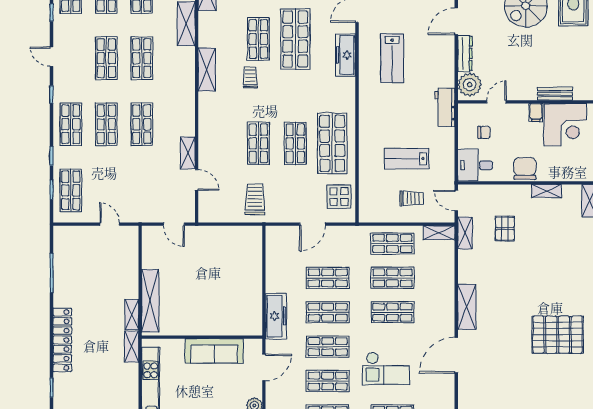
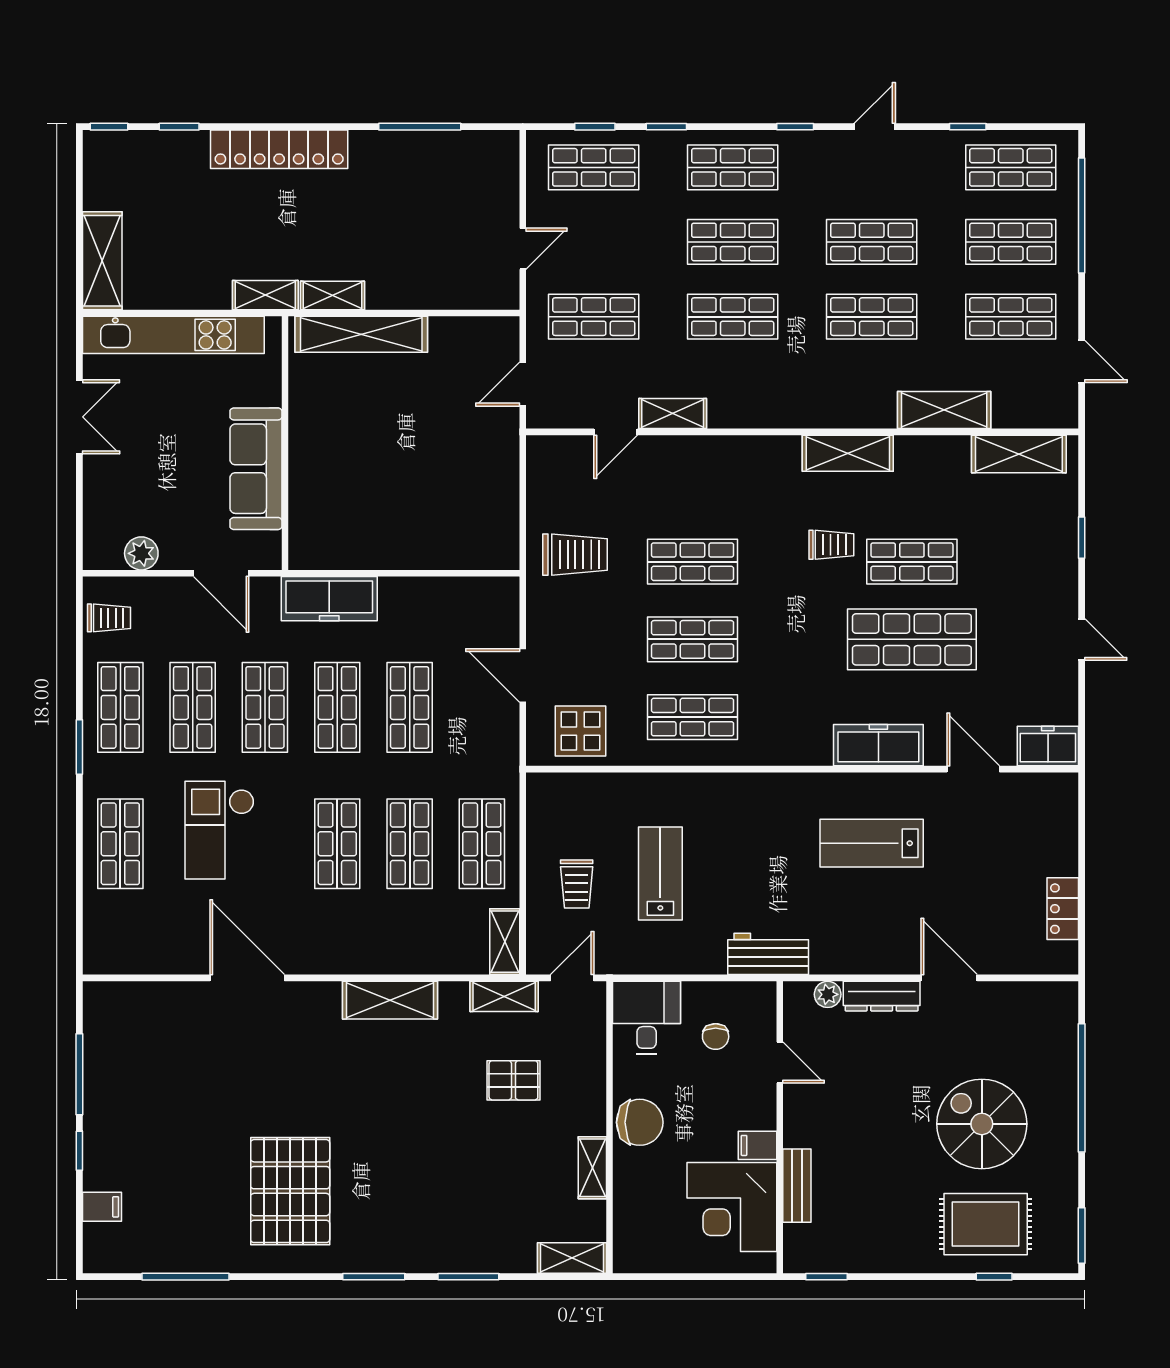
plant: (470, 85) -> (828, 994), width x0.53, depth x0.53
shop shelf: (332, 143) -> (692, 717), width x0.70, depth x0.74
shop shelf: (142, 190) -> (594, 317), added
shelving: (467, 307) -> (390, 1000), moved

